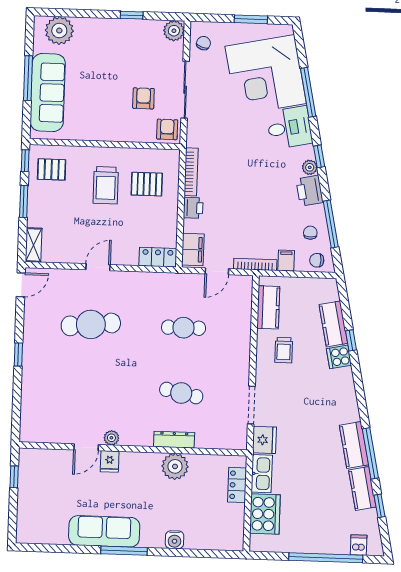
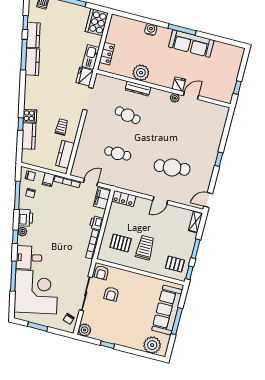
cooker: (265, 514) -> (97, 22), moved

